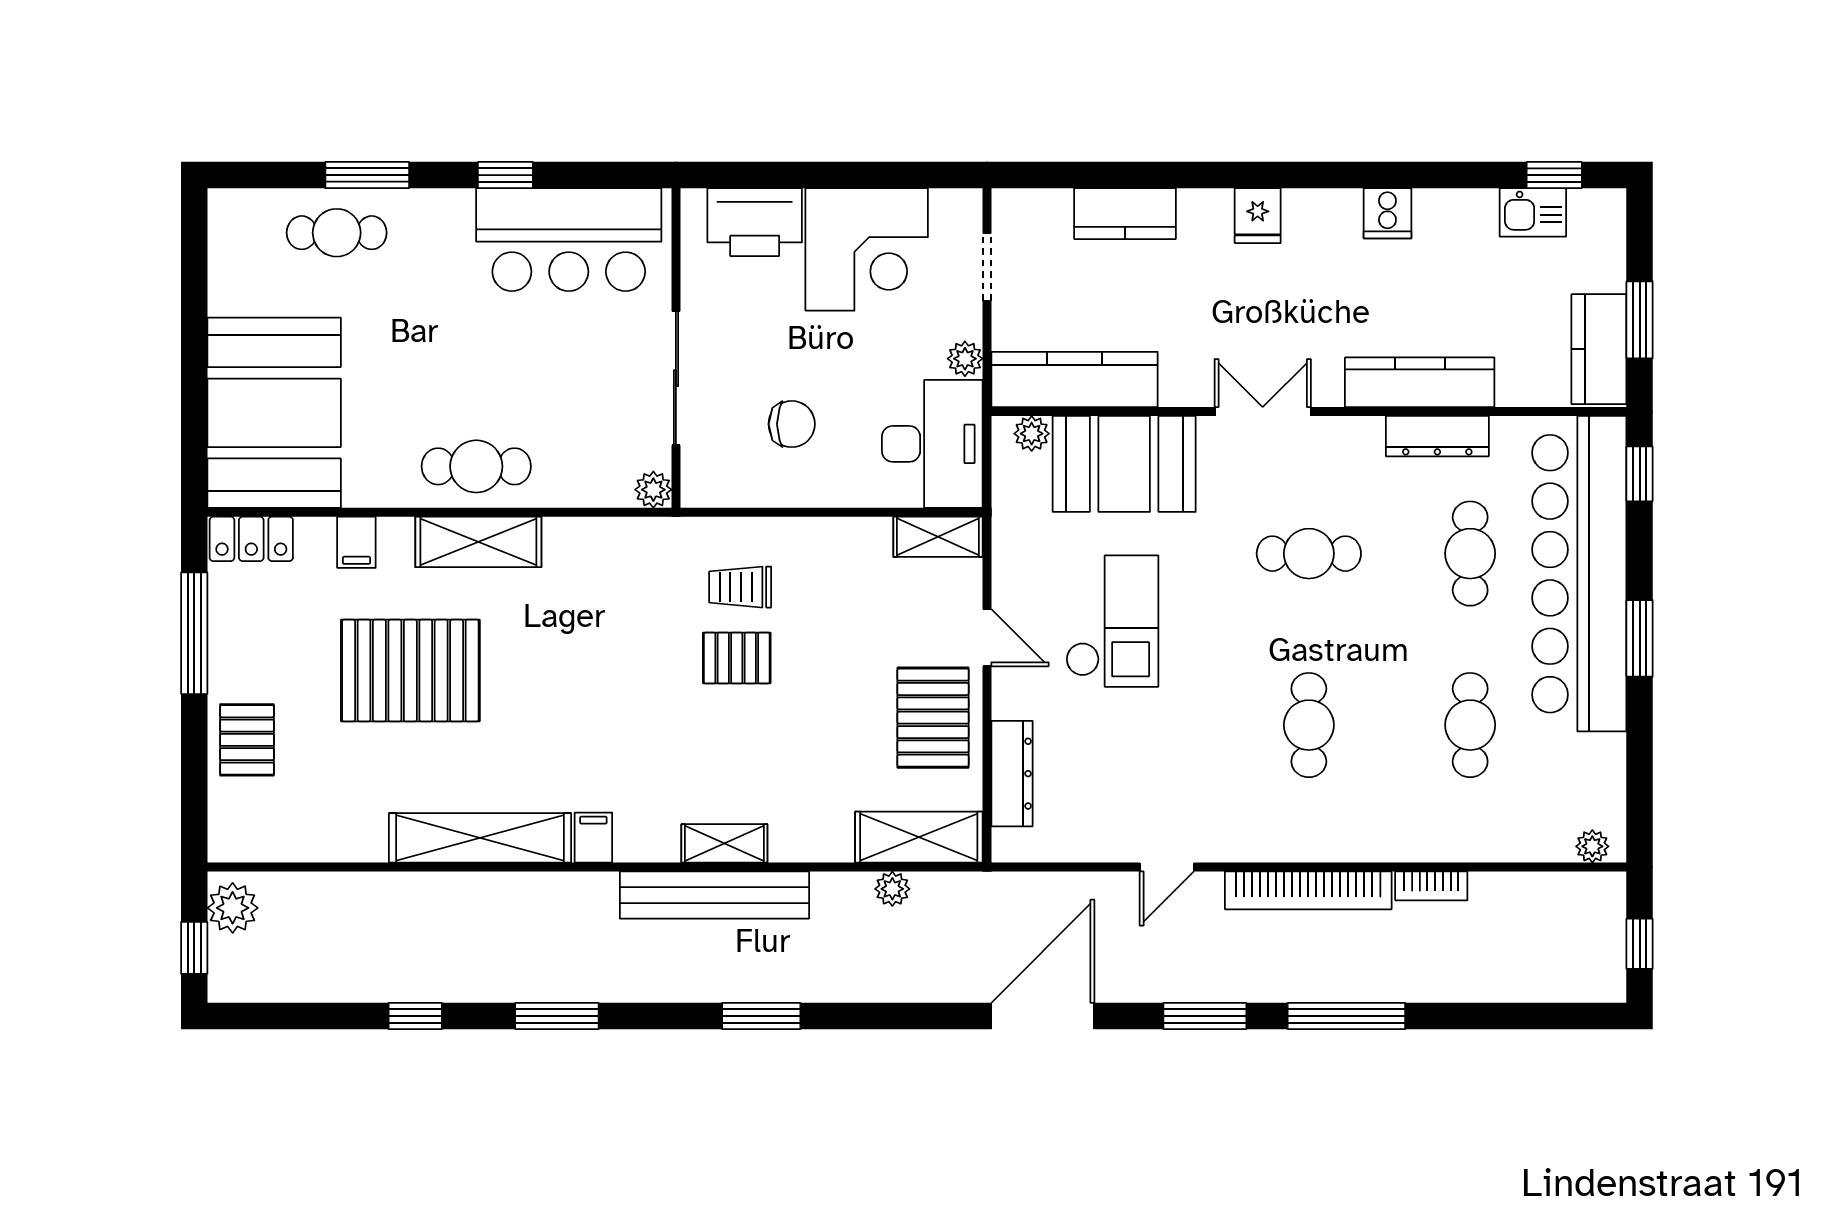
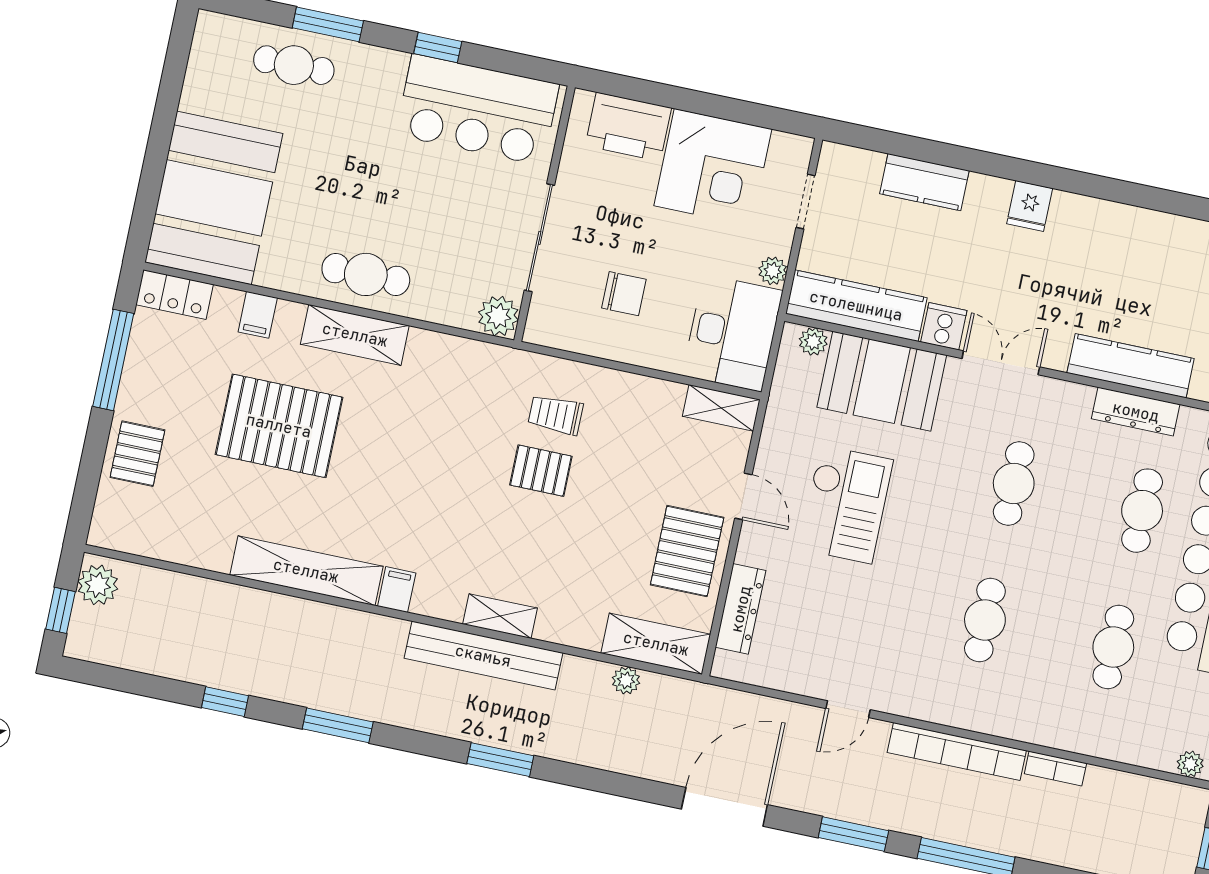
cooker: (1387, 213) -> (944, 326), moved, turned 180
plant: (653, 490) -> (498, 316), width x1.38, depth x1.38
cafe table: (1309, 554) -> (1014, 483), turned 90

